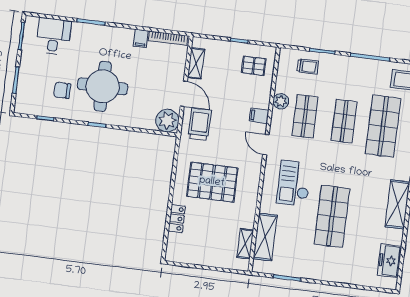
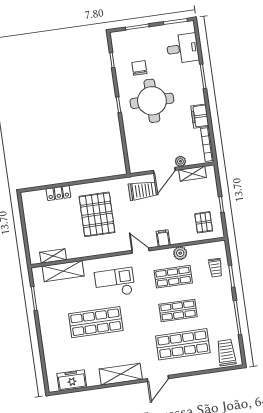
filing cabinet: (141, 38) -> (200, 116), width x2.00
plant: (167, 121) -> (180, 161), moved, width x0.53, depth x0.53
door: (266, 145) -> (140, 251), hinge flipped

